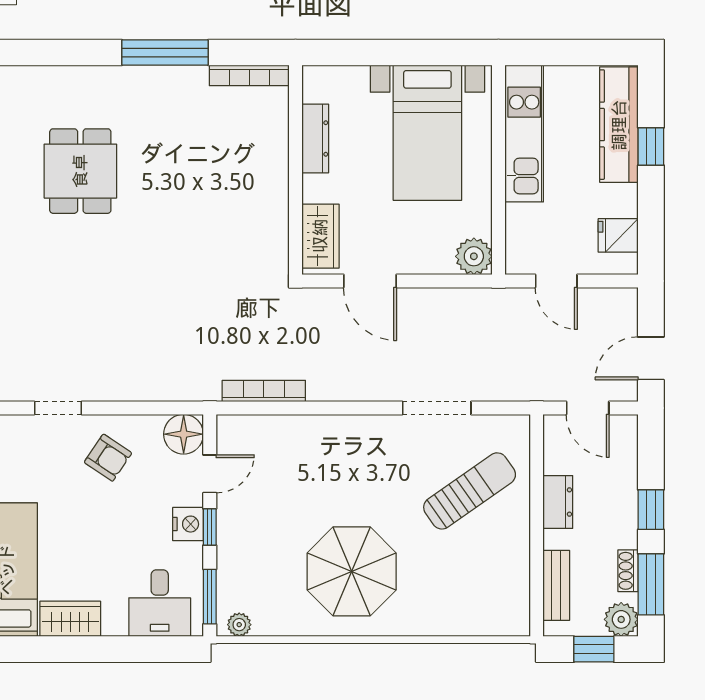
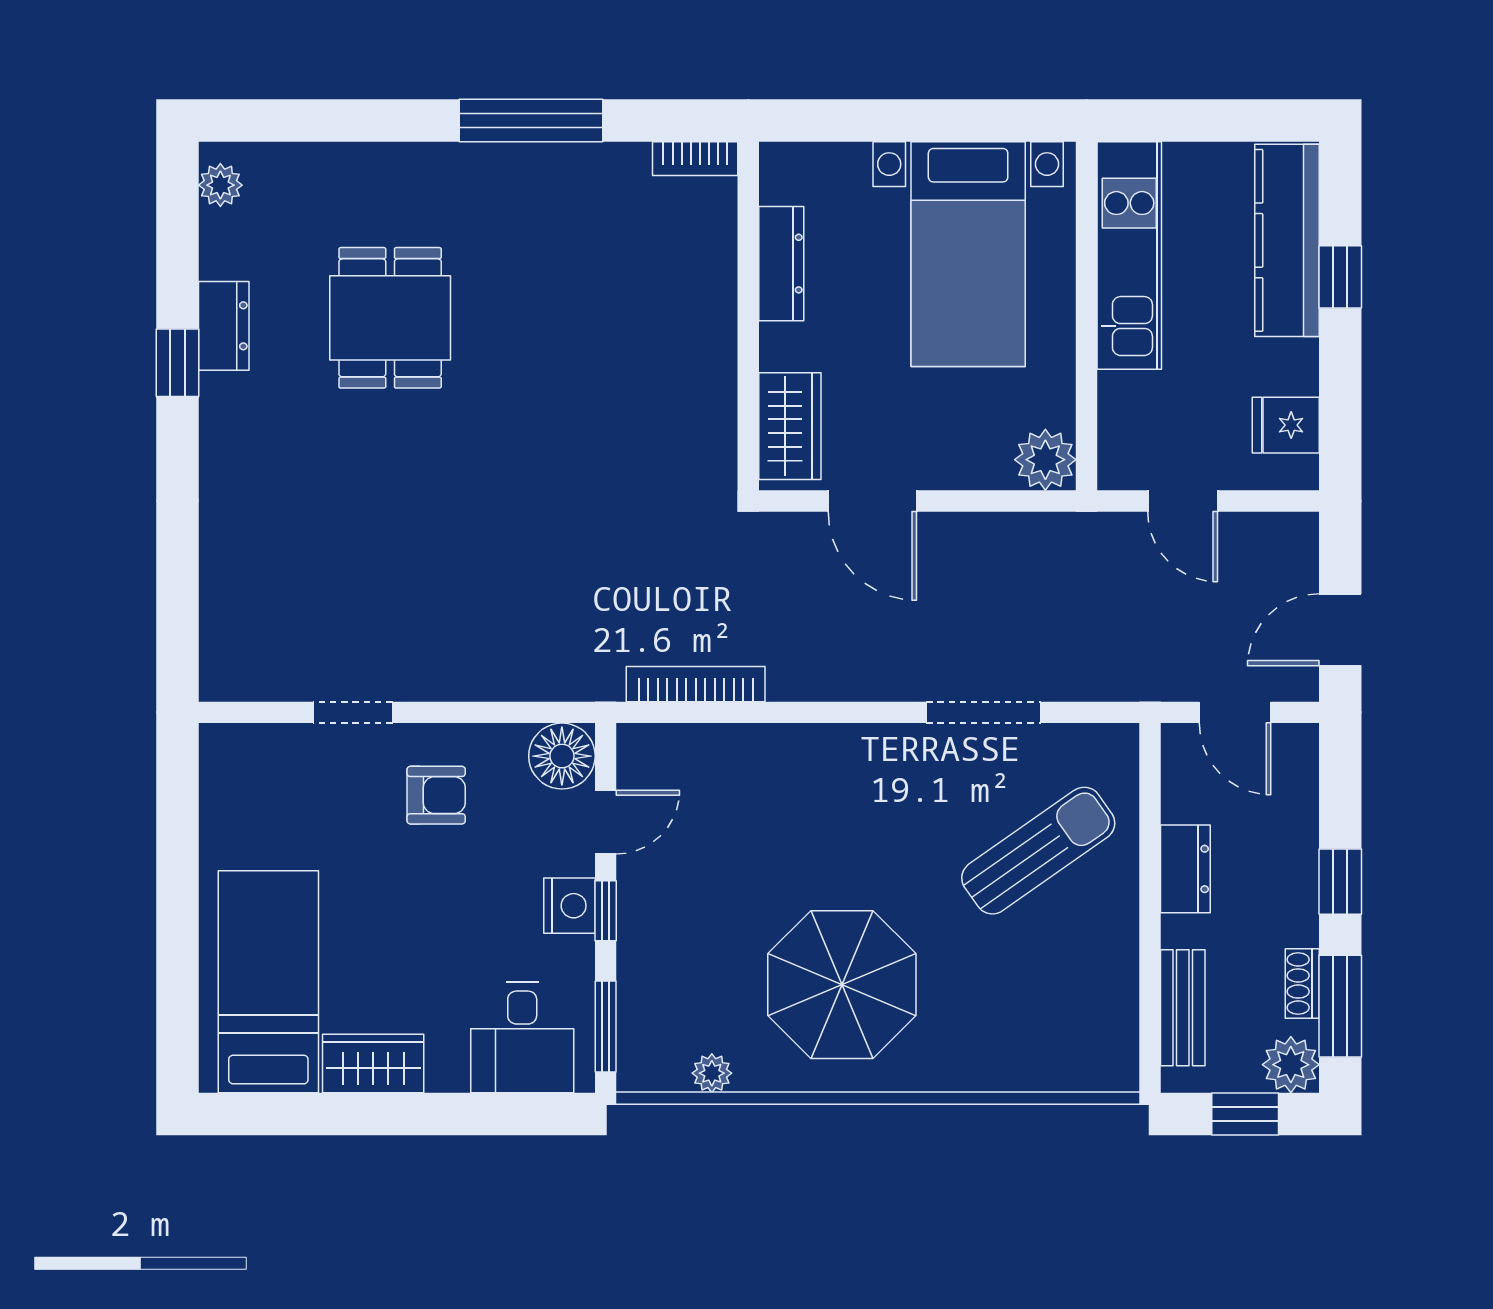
bookcase: (249, 75) -> (695, 159), width x0.64
armchair: (108, 458) -> (436, 795), turned -34
plant: (239, 625) -> (712, 1073), moved

